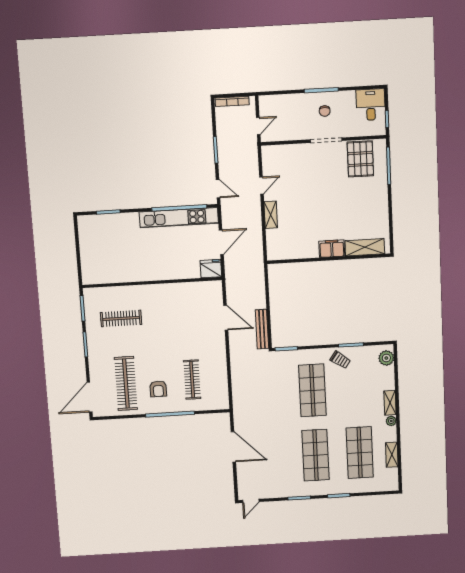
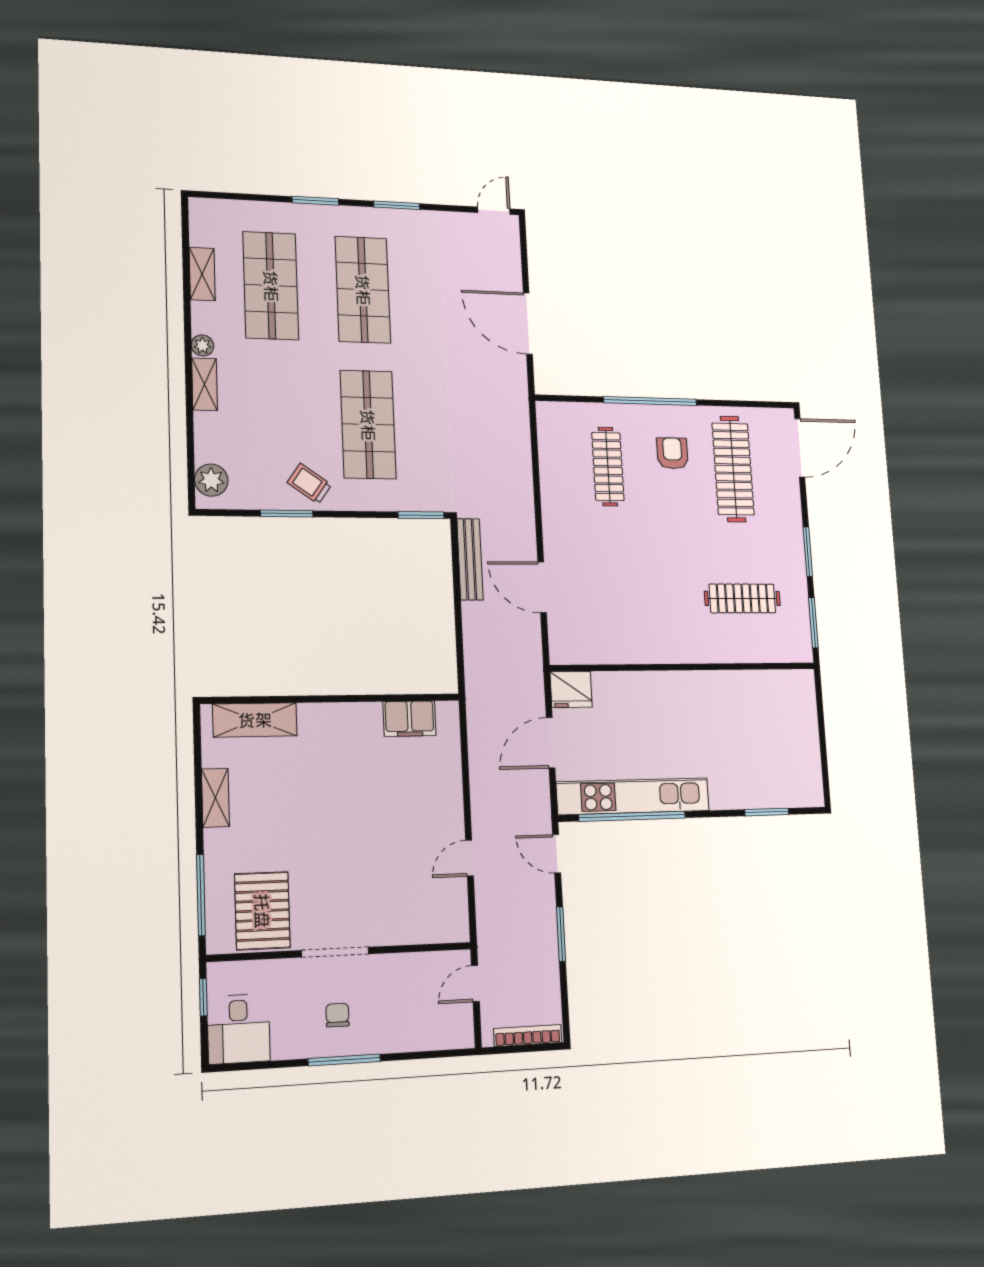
shelving: (271, 215) -> (215, 798), moved
filing cabinet: (332, 249) -> (409, 719), moved

